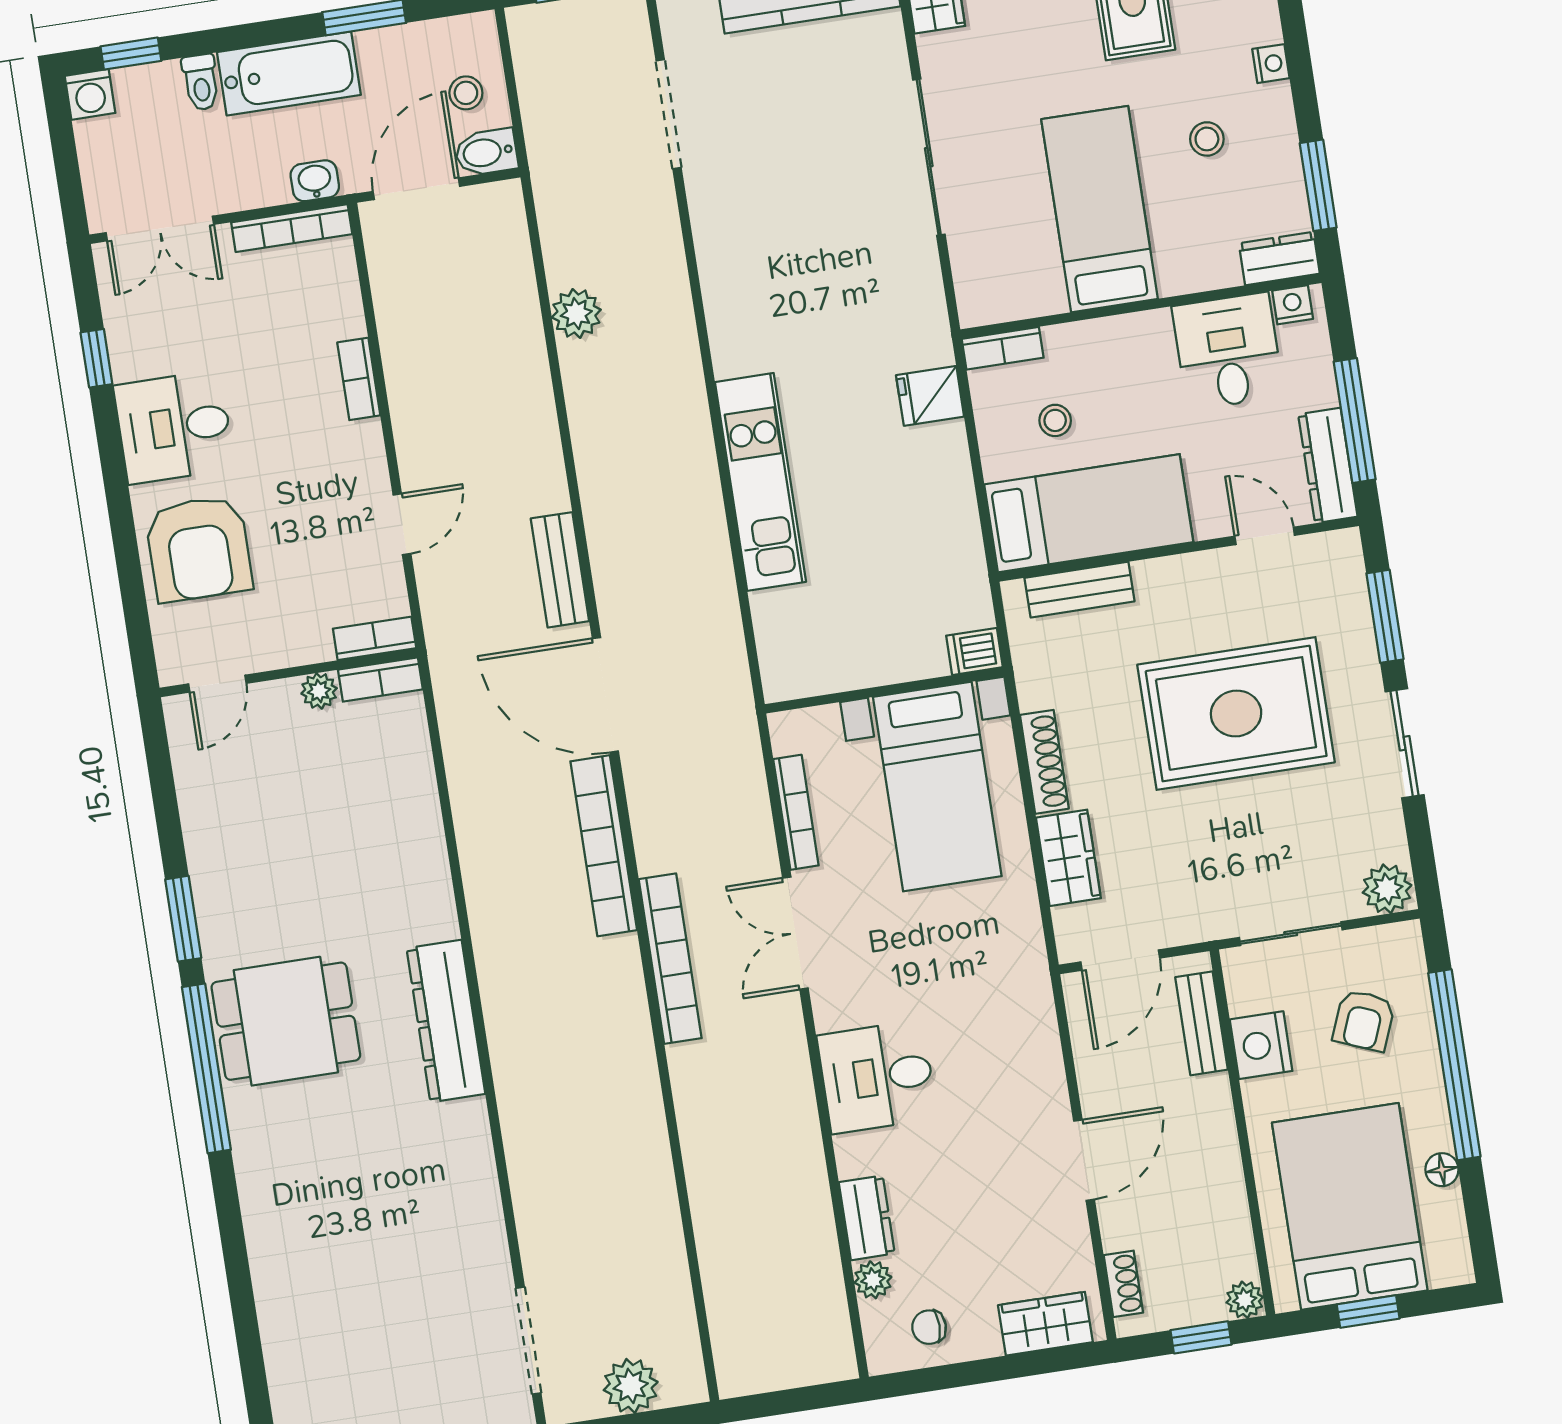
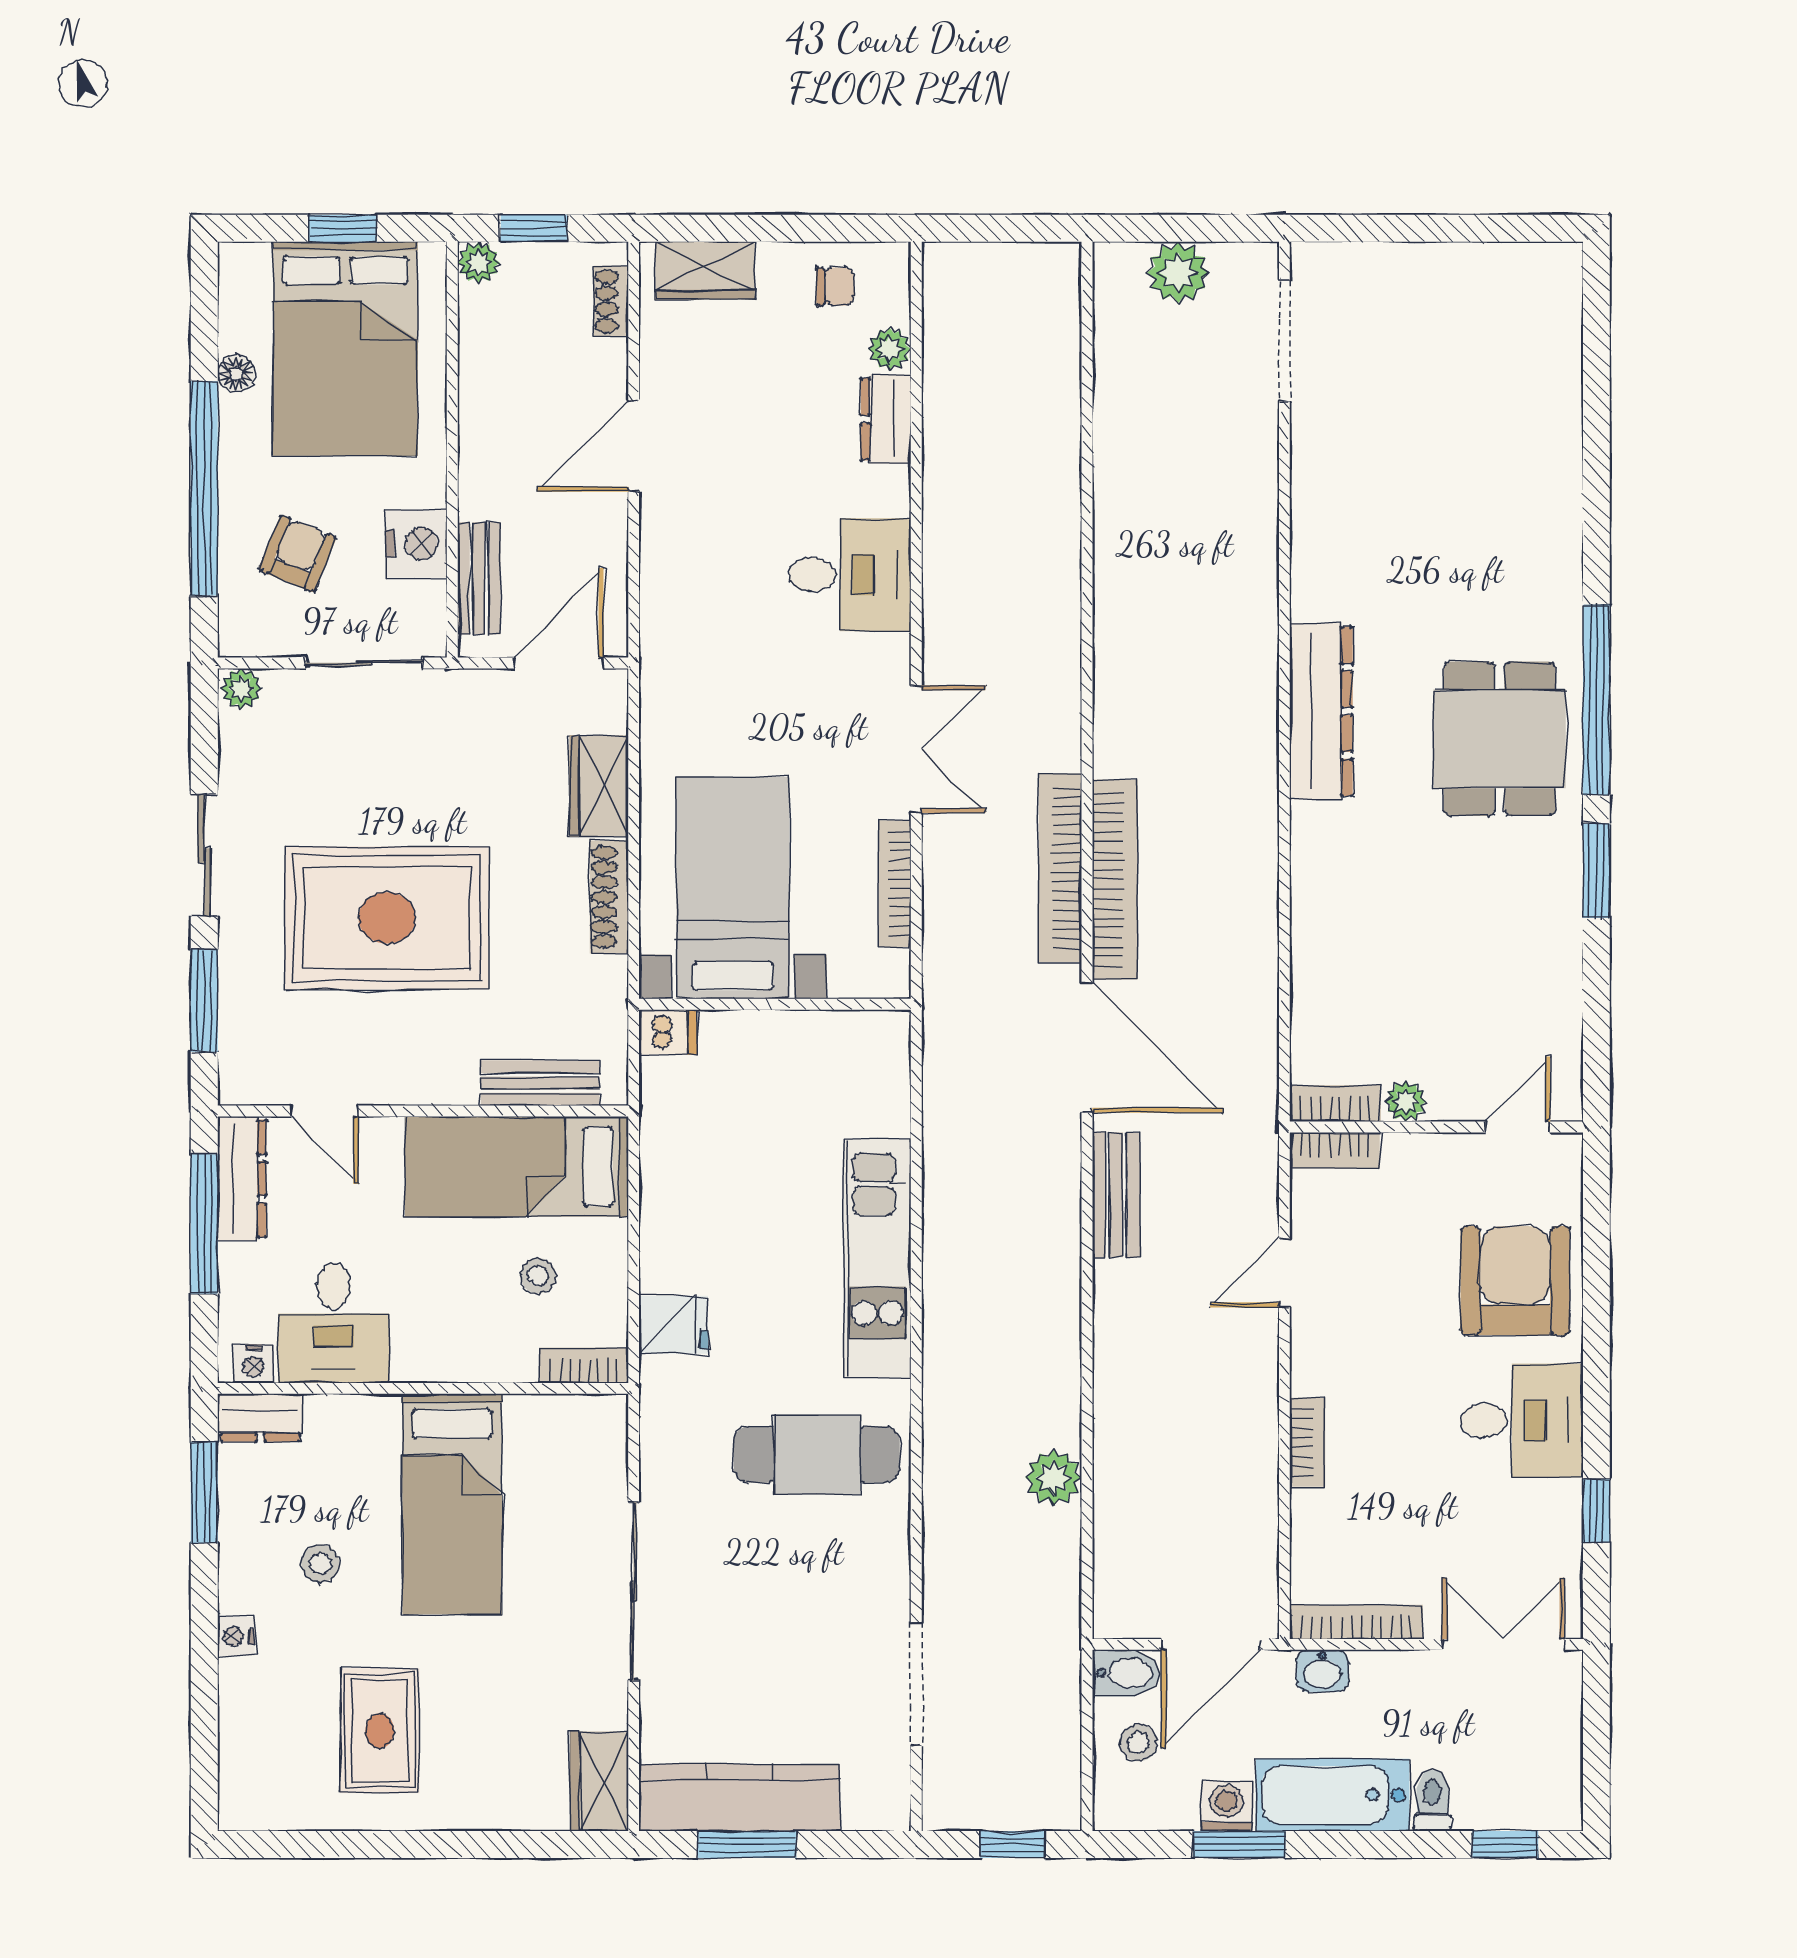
washing machine: (90, 94) -> (1227, 1806), moved
cafe table: (787, 302) -> (817, 1455), added
plant: (1387, 889) -> (241, 689), width x0.73, depth x0.73
bookcase: (670, 959) -> (1060, 868), moved
dining table: (286, 1021) -> (1500, 739), turned 90

